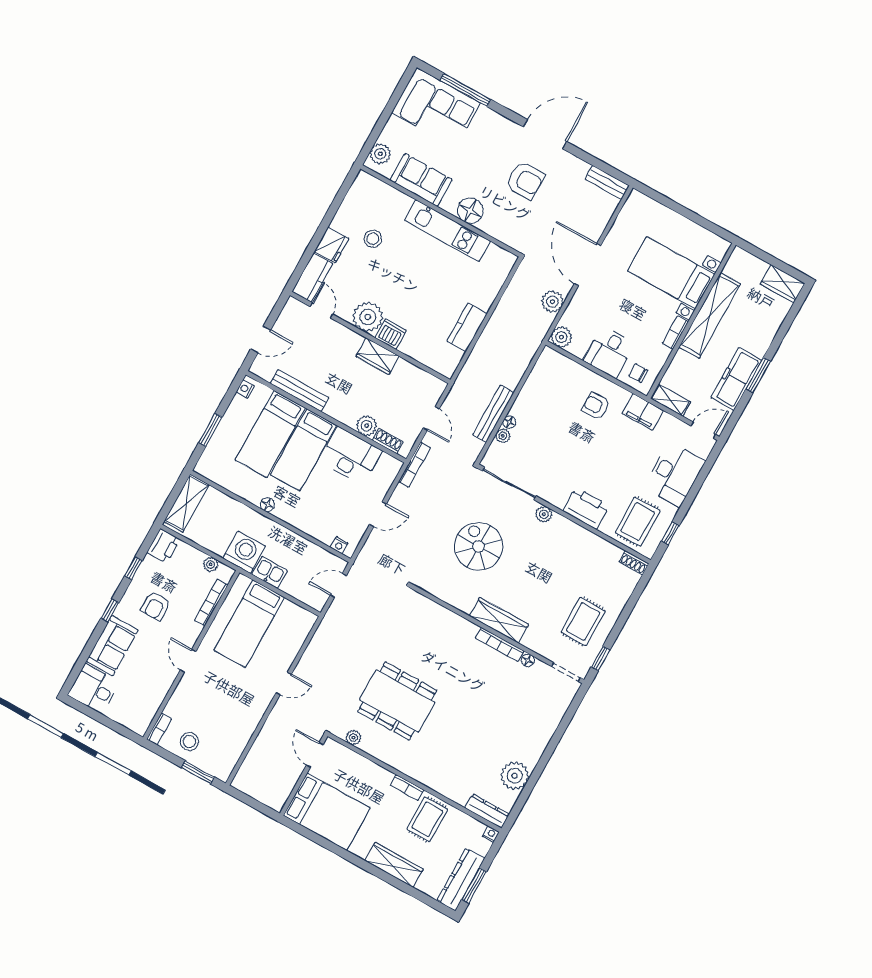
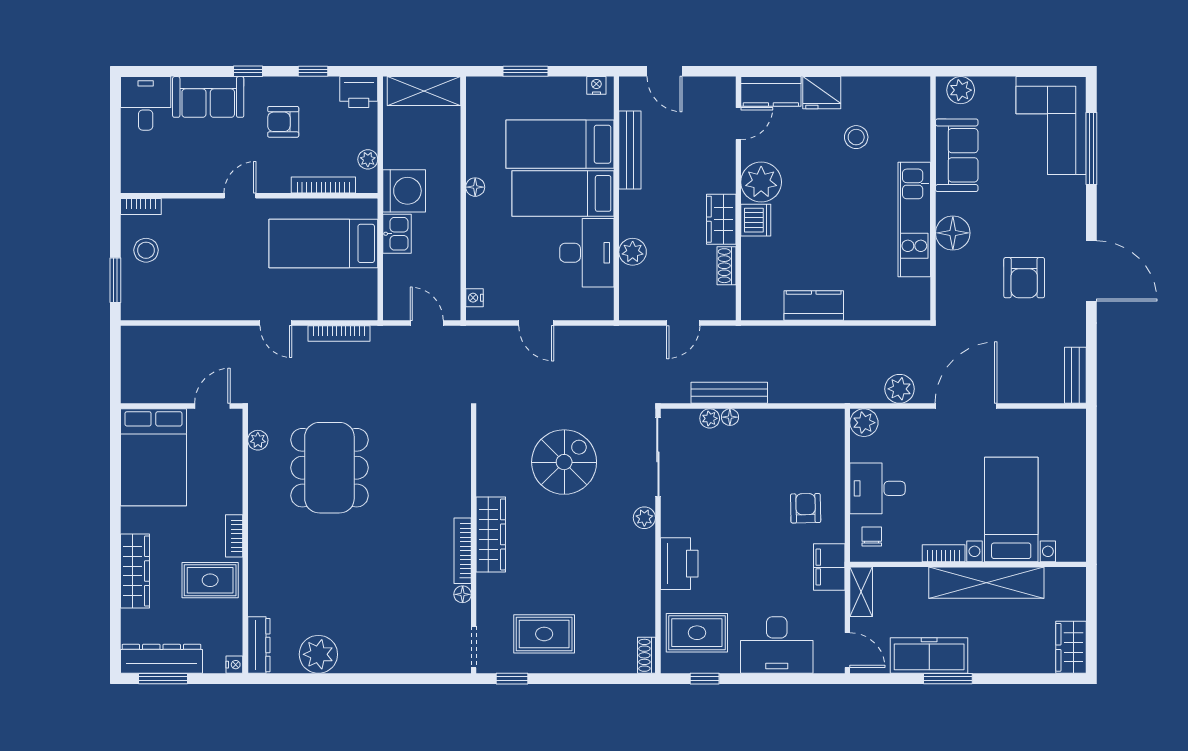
shoe rack: (388, 441) -> (726, 266), moved, turned 180
bookcase: (415, 465) -> (339, 333), moved

